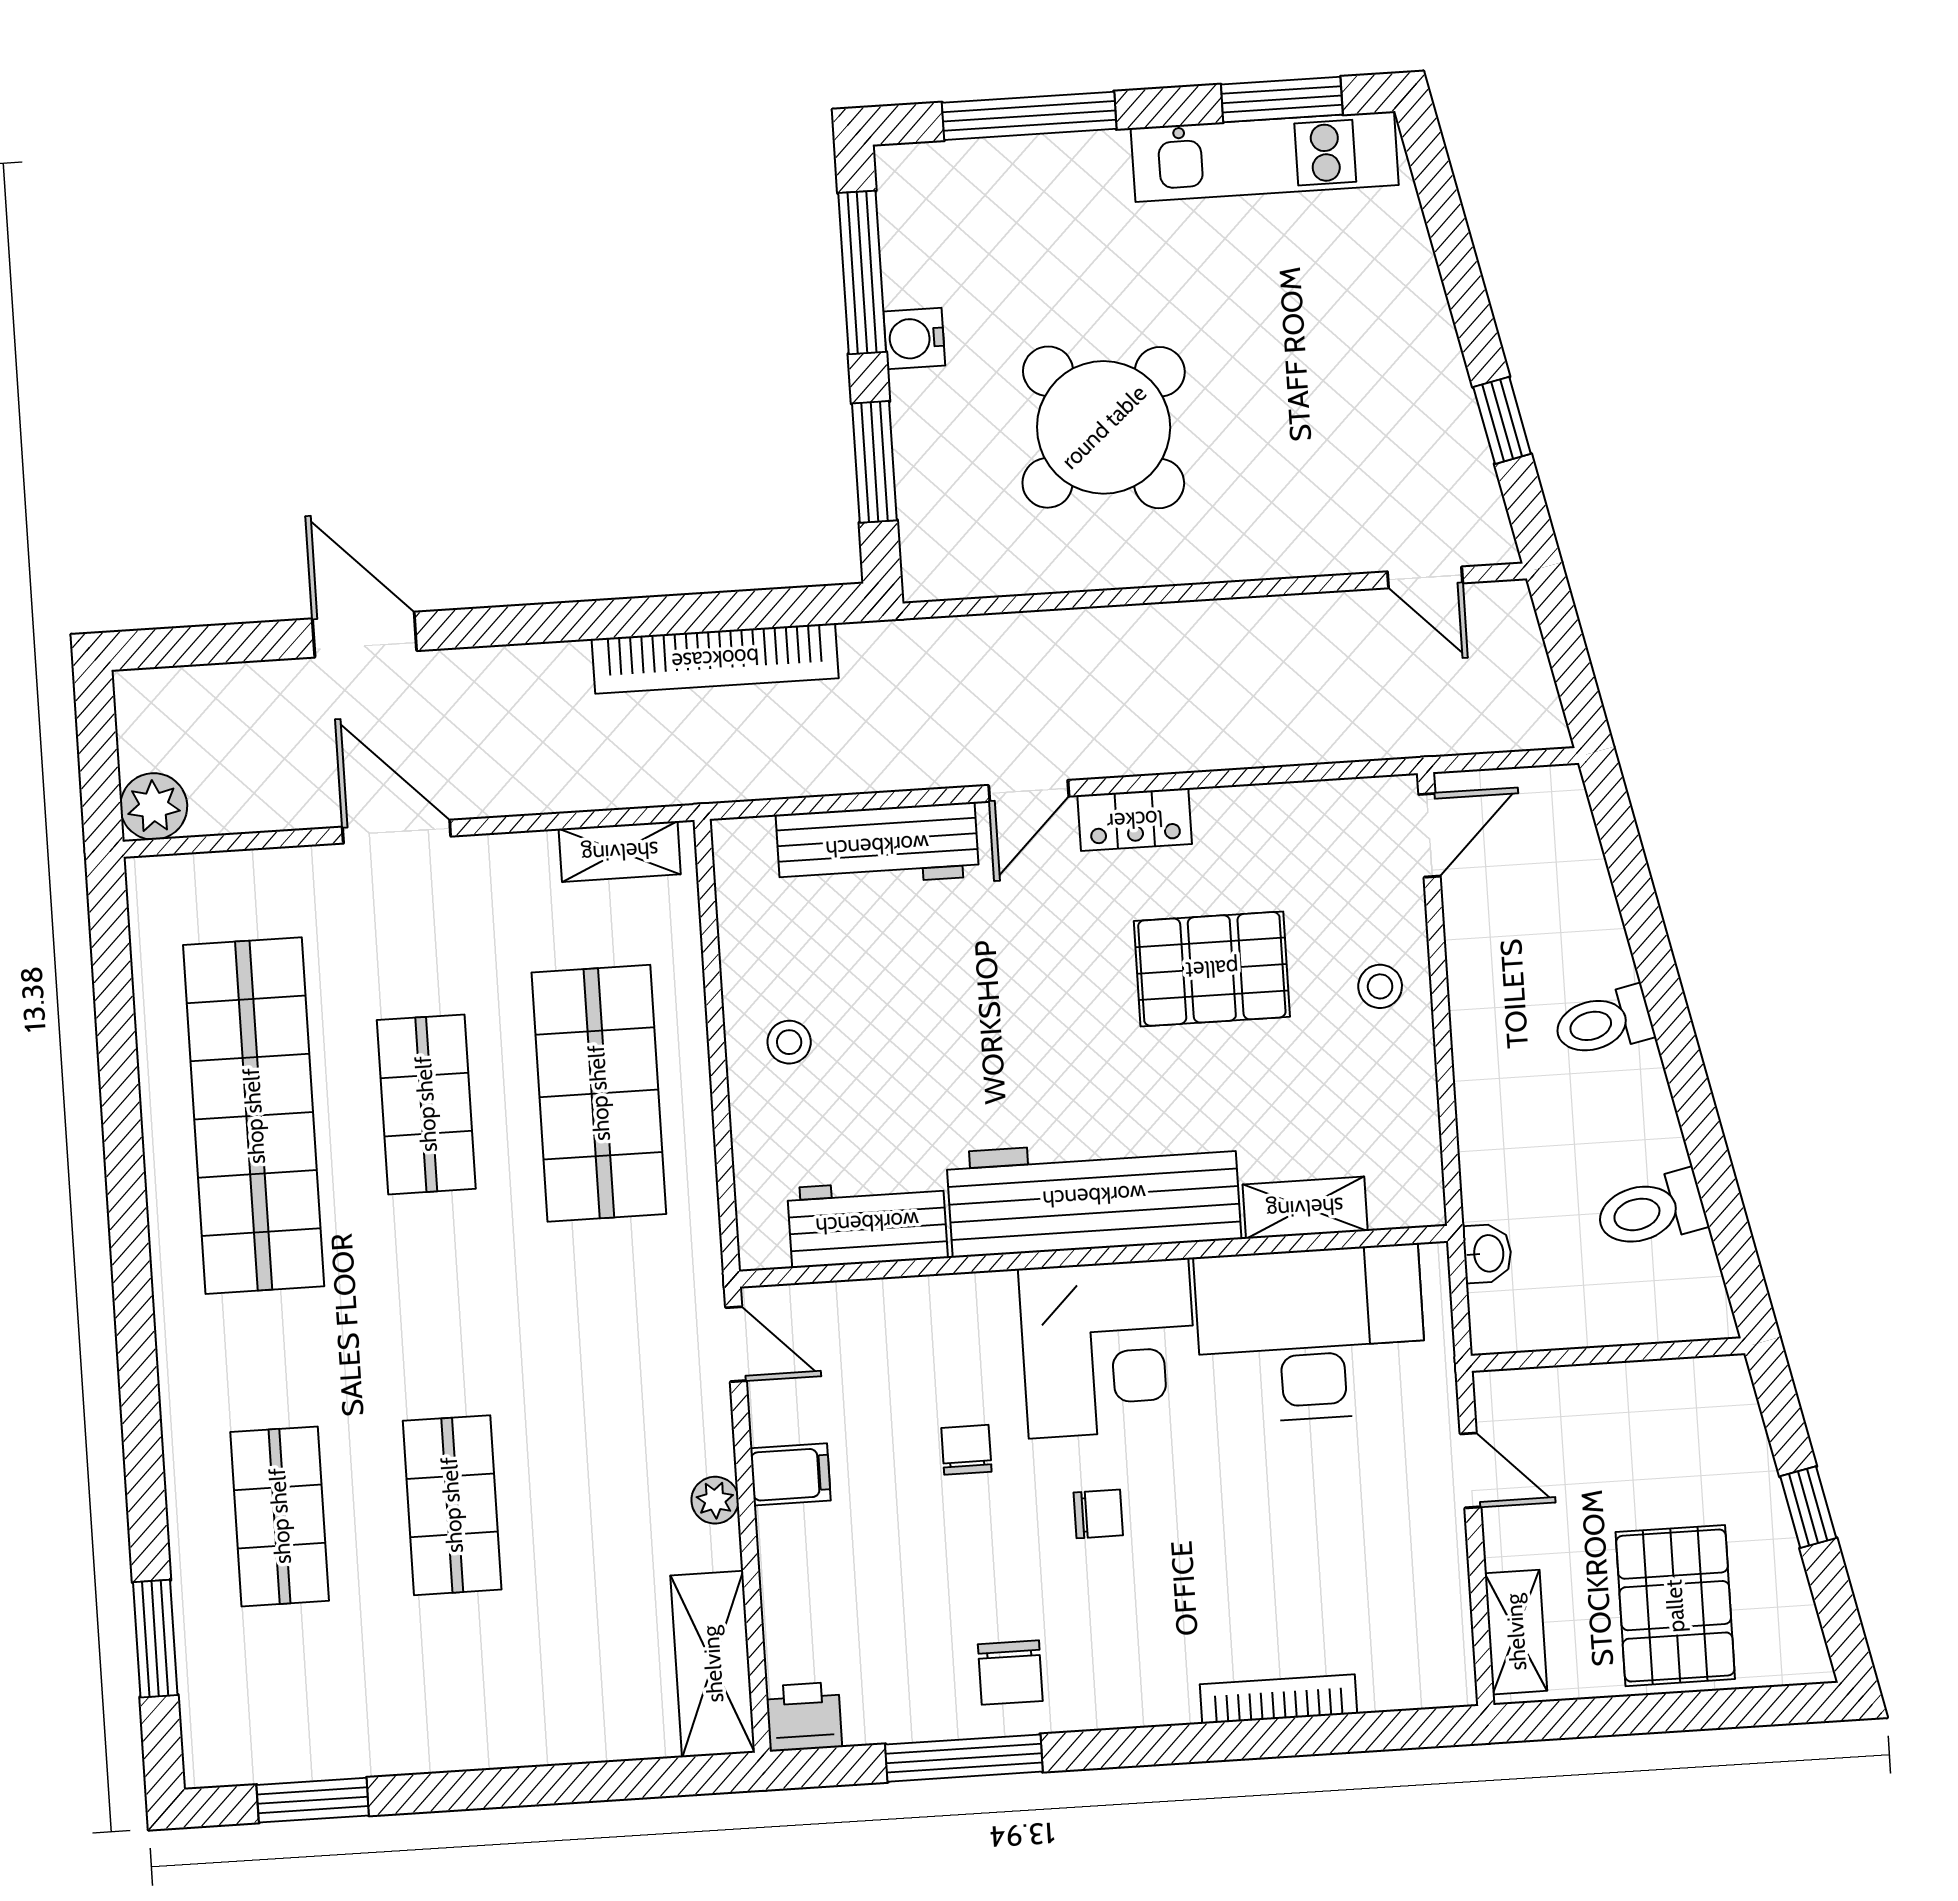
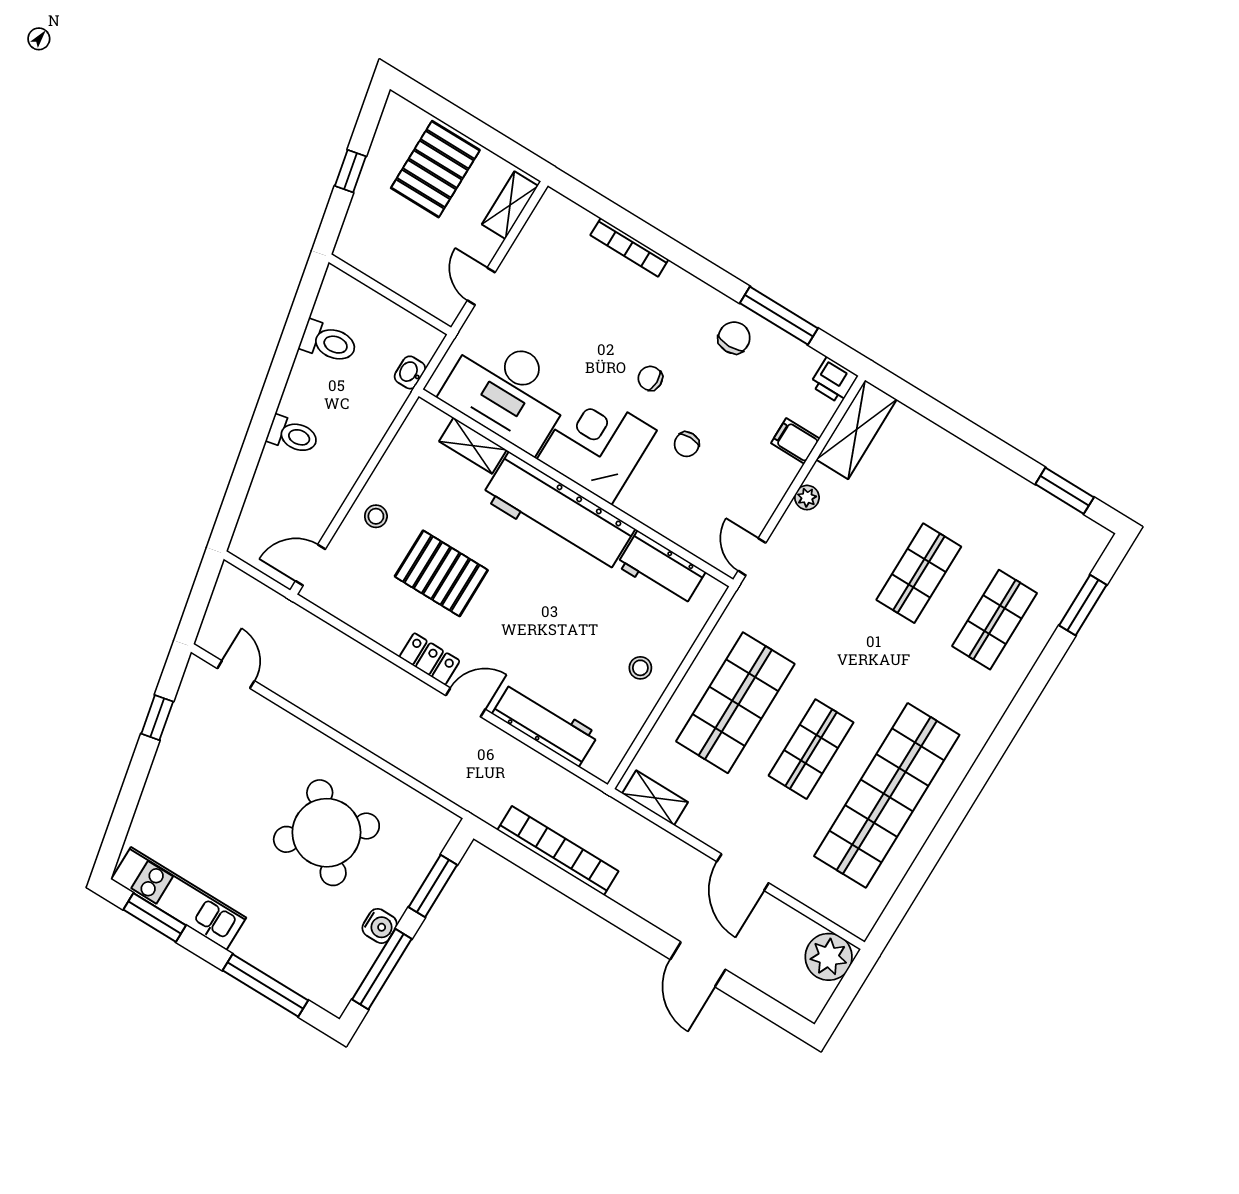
plant: (154, 806) -> (829, 957), width x1.36, depth x1.36
filing cabinet: (791, 1474) -> (795, 441), moved

